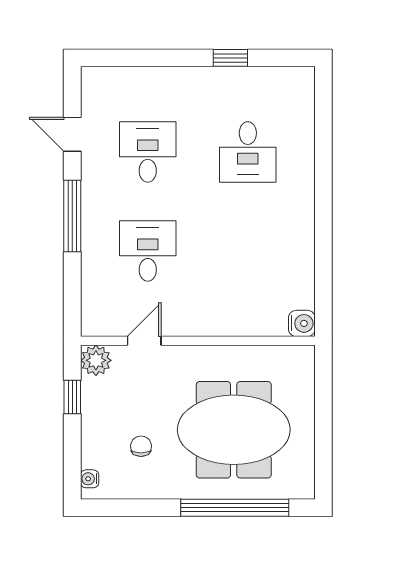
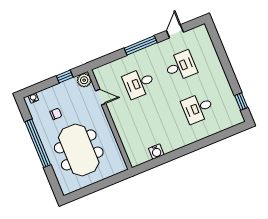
window: (230, 58) -> (241, 102), moved
desk: (148, 251) -> (139, 83), turned 180
water cooler: (302, 323) -> (156, 152), moved
window: (235, 508) -> (38, 143), moved

